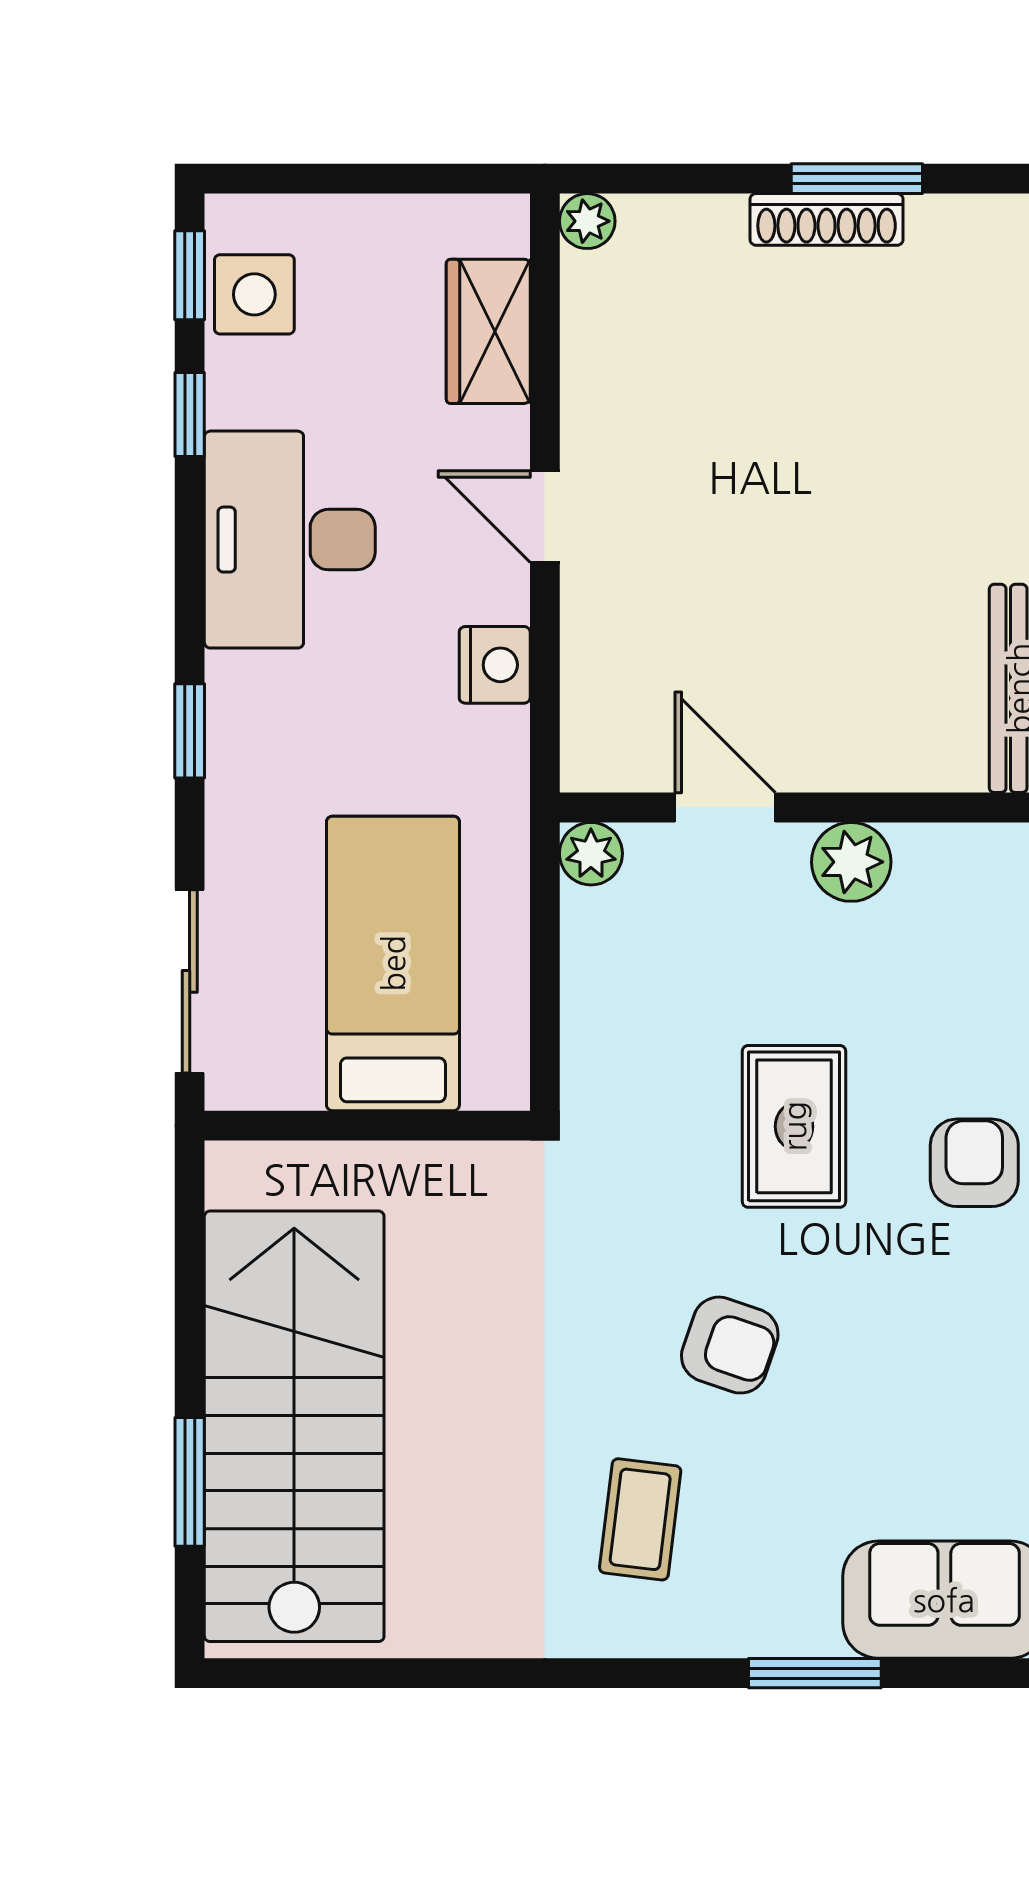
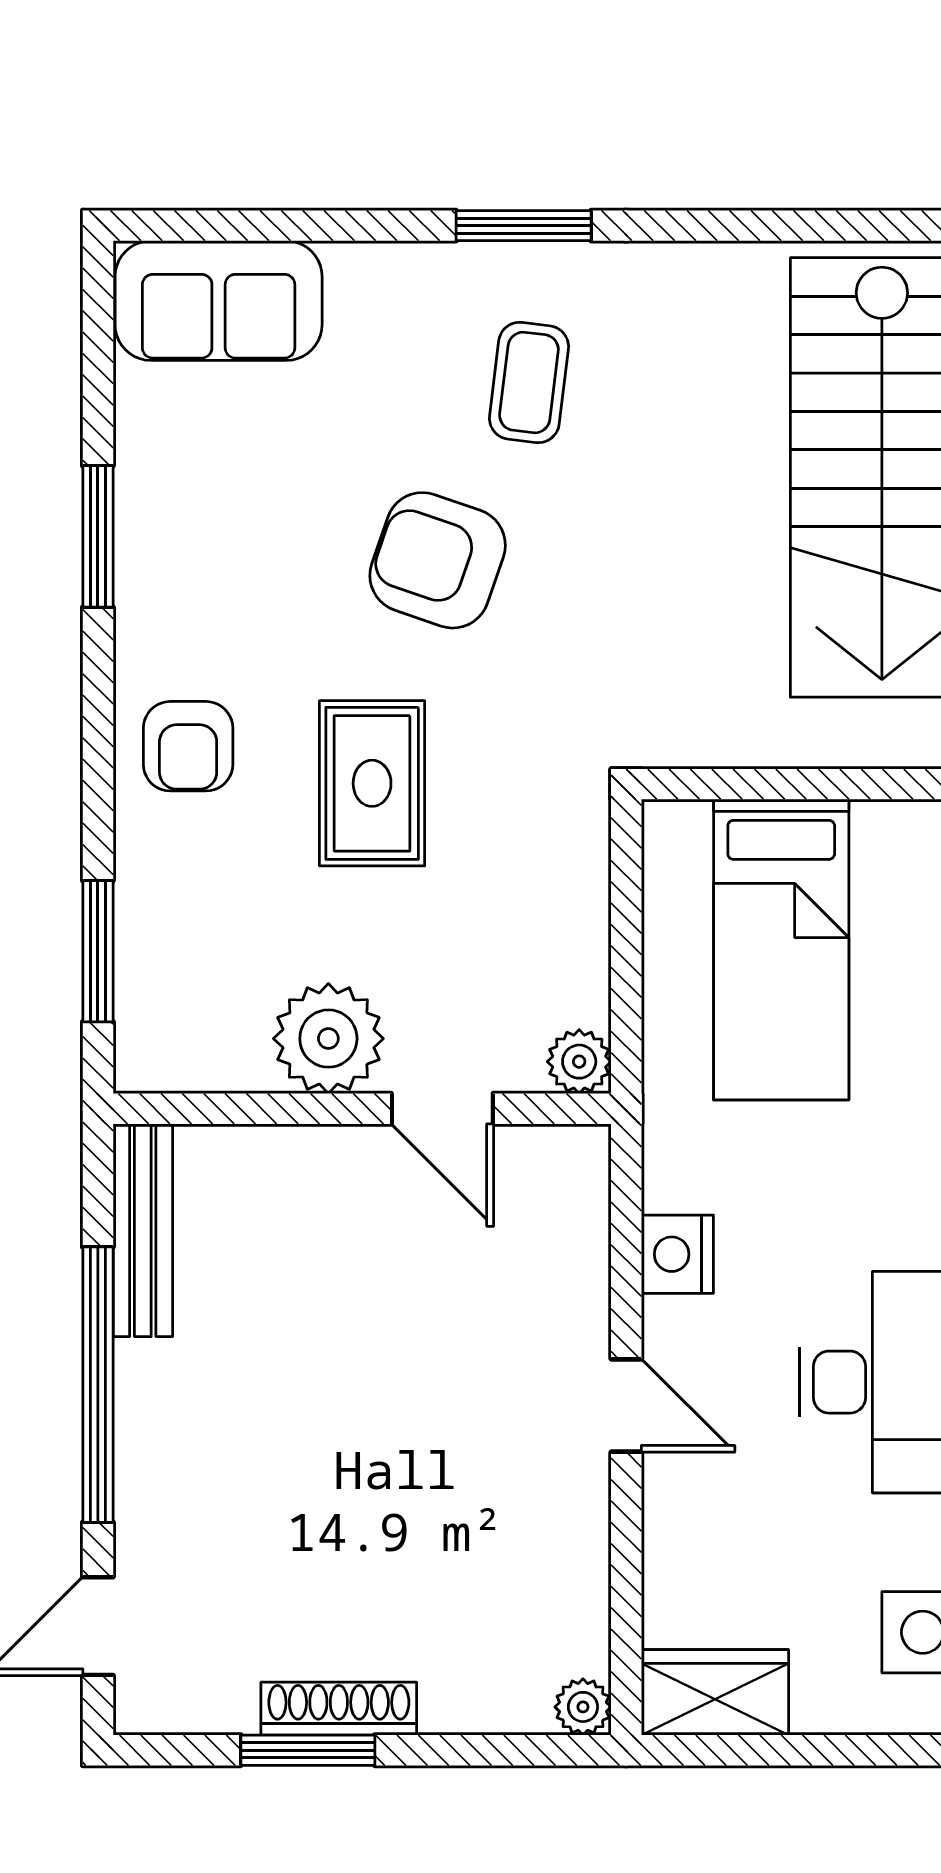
wardrobe: (488, 331) -> (715, 1692), moved, turned -90
plant: (851, 862) -> (328, 1039), width x1.36, depth x1.36
armchair: (730, 1345) -> (438, 560), width x1.38, depth x1.38
window: (815, 1673) -> (524, 226), moved

